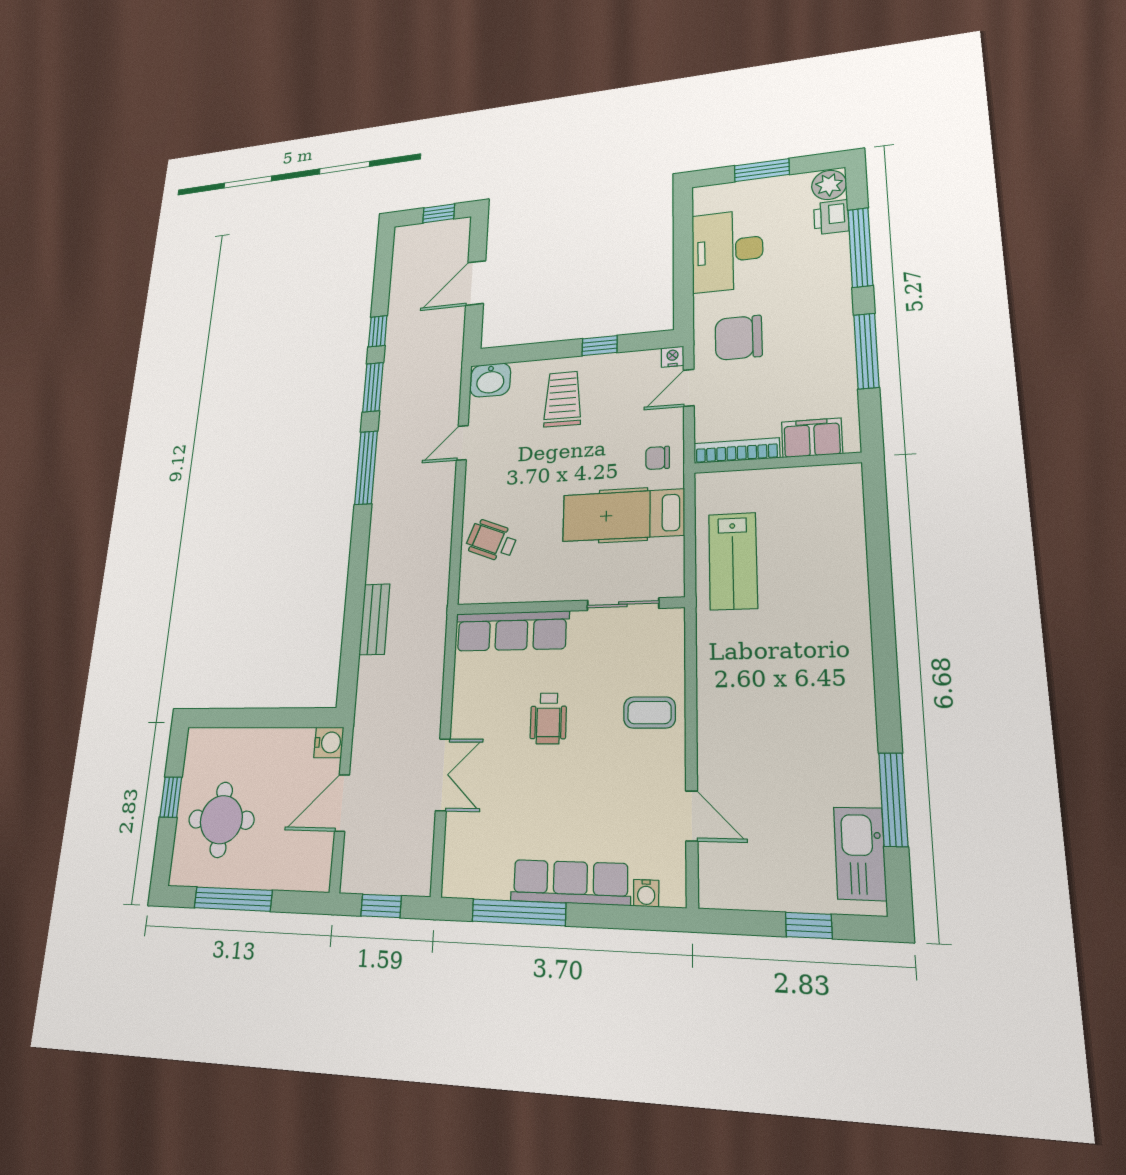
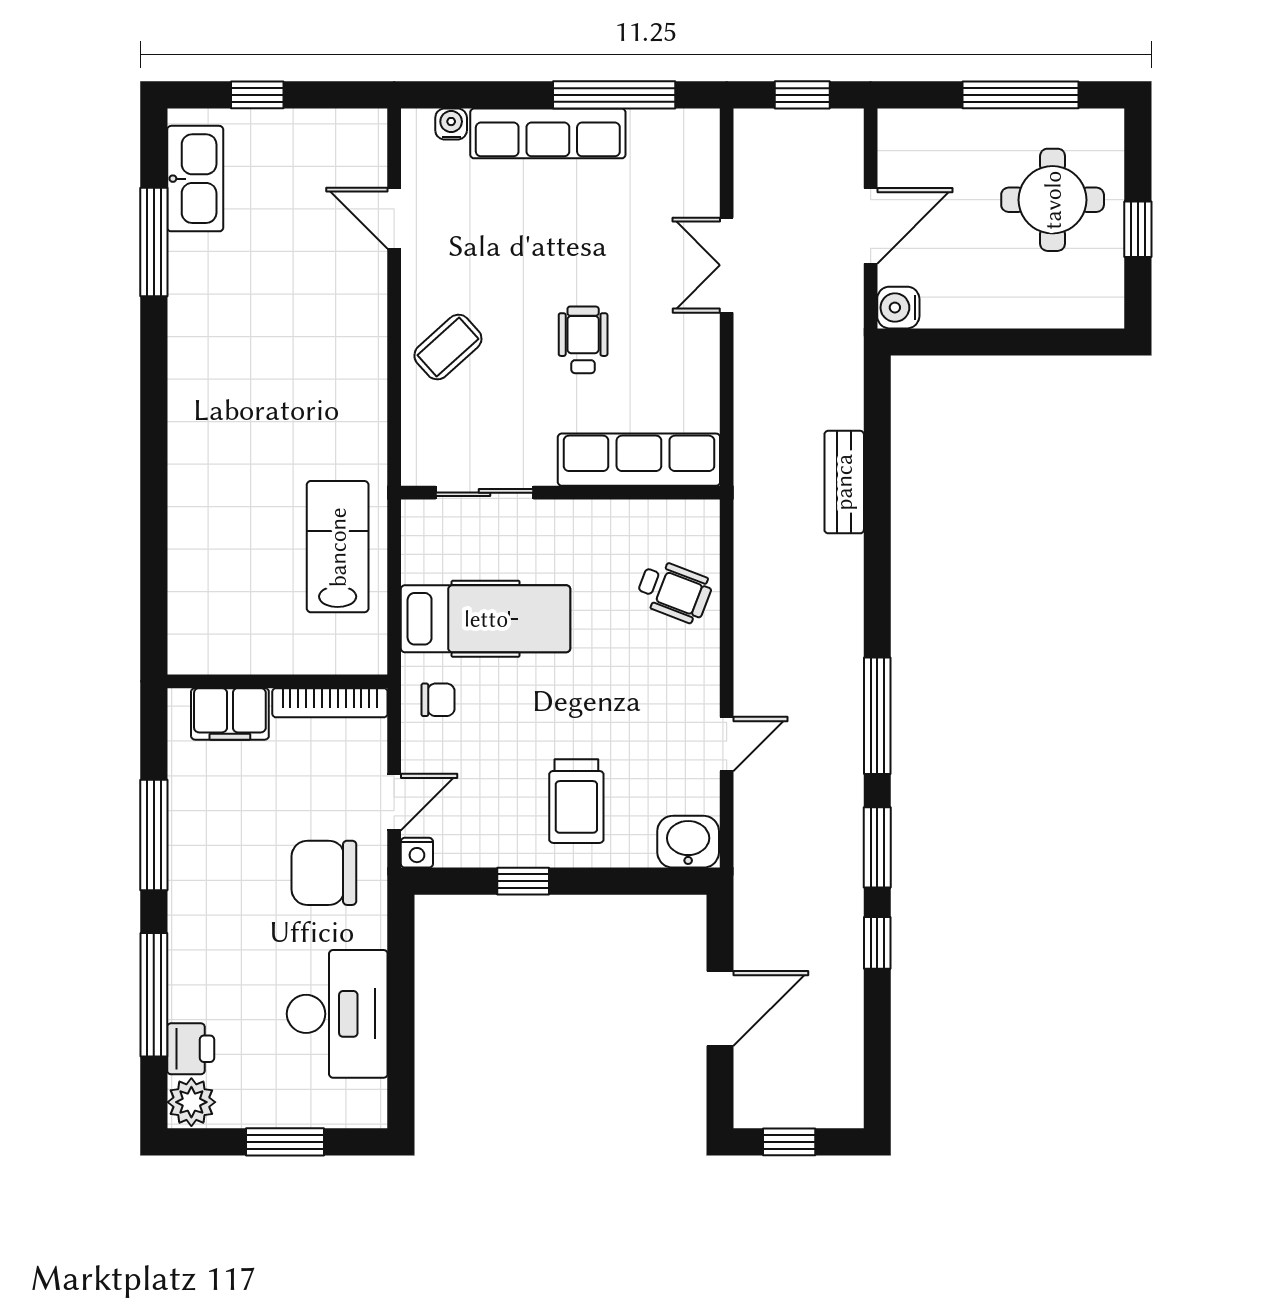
chair: (739, 338) -> (324, 873), turned 180
coffee table: (649, 713) -> (448, 347), turned -42

